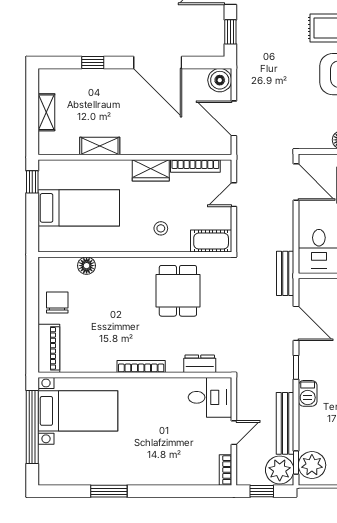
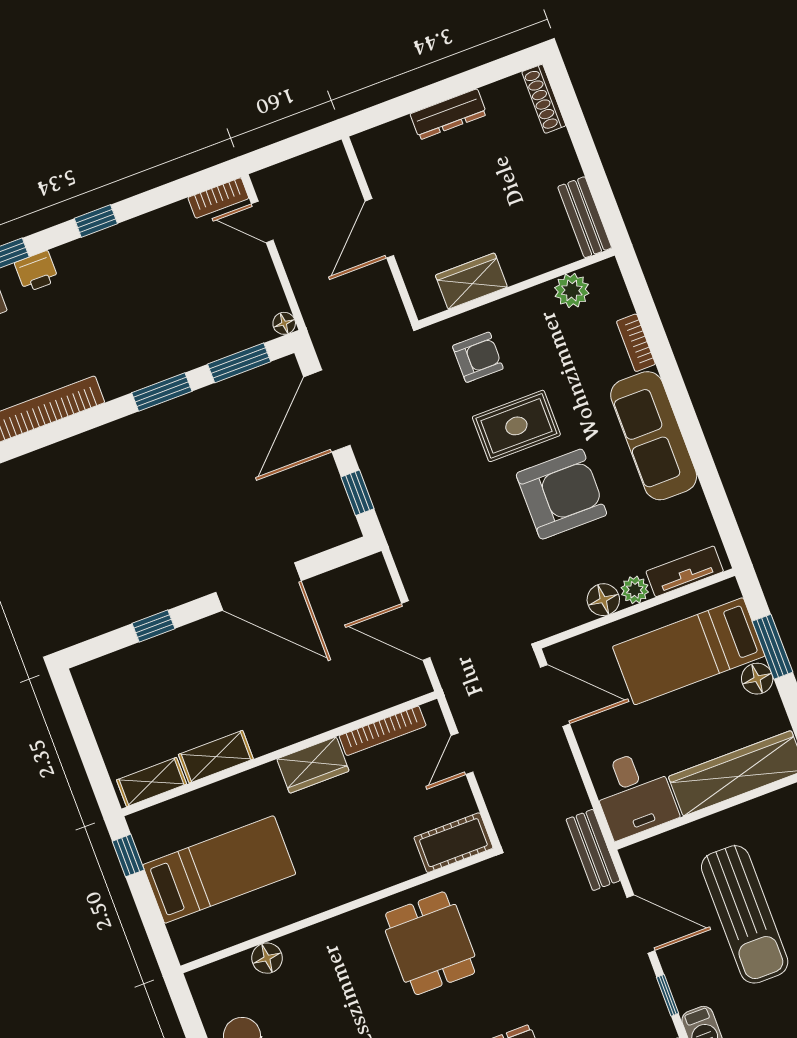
boiler: (220, 80) -> (370, 577), removed
shelving: (46, 112) -> (151, 782), moved, turned 90
stool: (161, 228) -> (364, 853), removed

